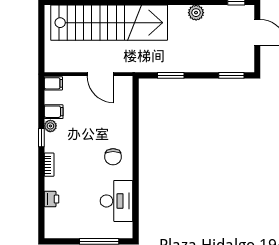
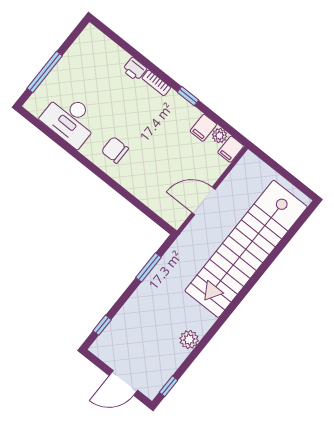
window: (231, 75) -> (102, 325), width x0.67
plant: (50, 126) -> (219, 136), moved
printer: (51, 199) -> (135, 69), moved

